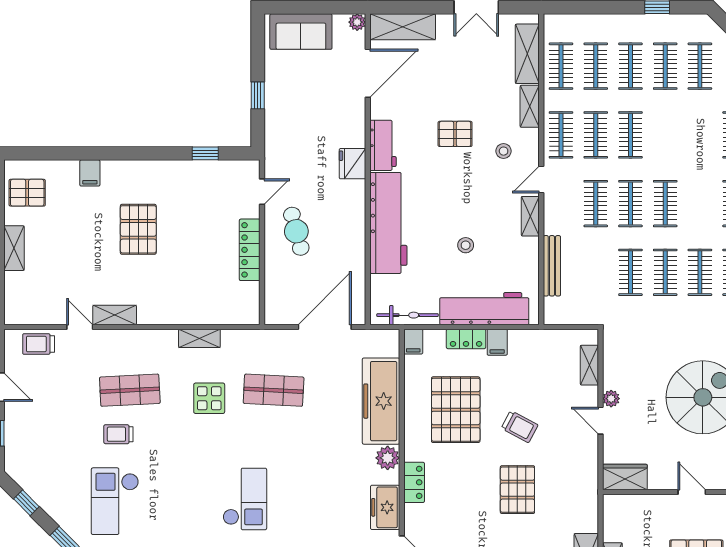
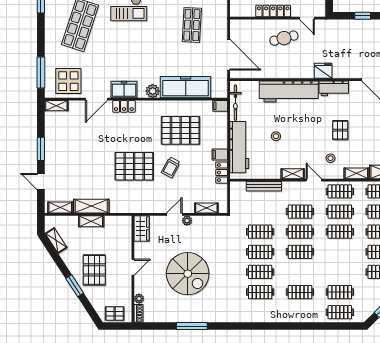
locker: (466, 339) -> (222, 173), moved
locker: (414, 482) -> (124, 106), moved
pallet: (517, 490) -> (134, 166), width x1.37, depth x1.41

